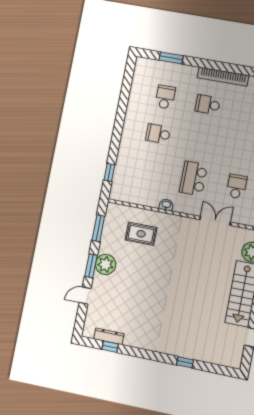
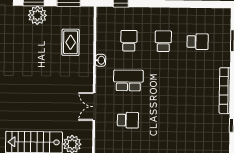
school desk: (208, 105) -> (129, 41), moved
double door: (215, 221) -> (94, 107), swing flipped

